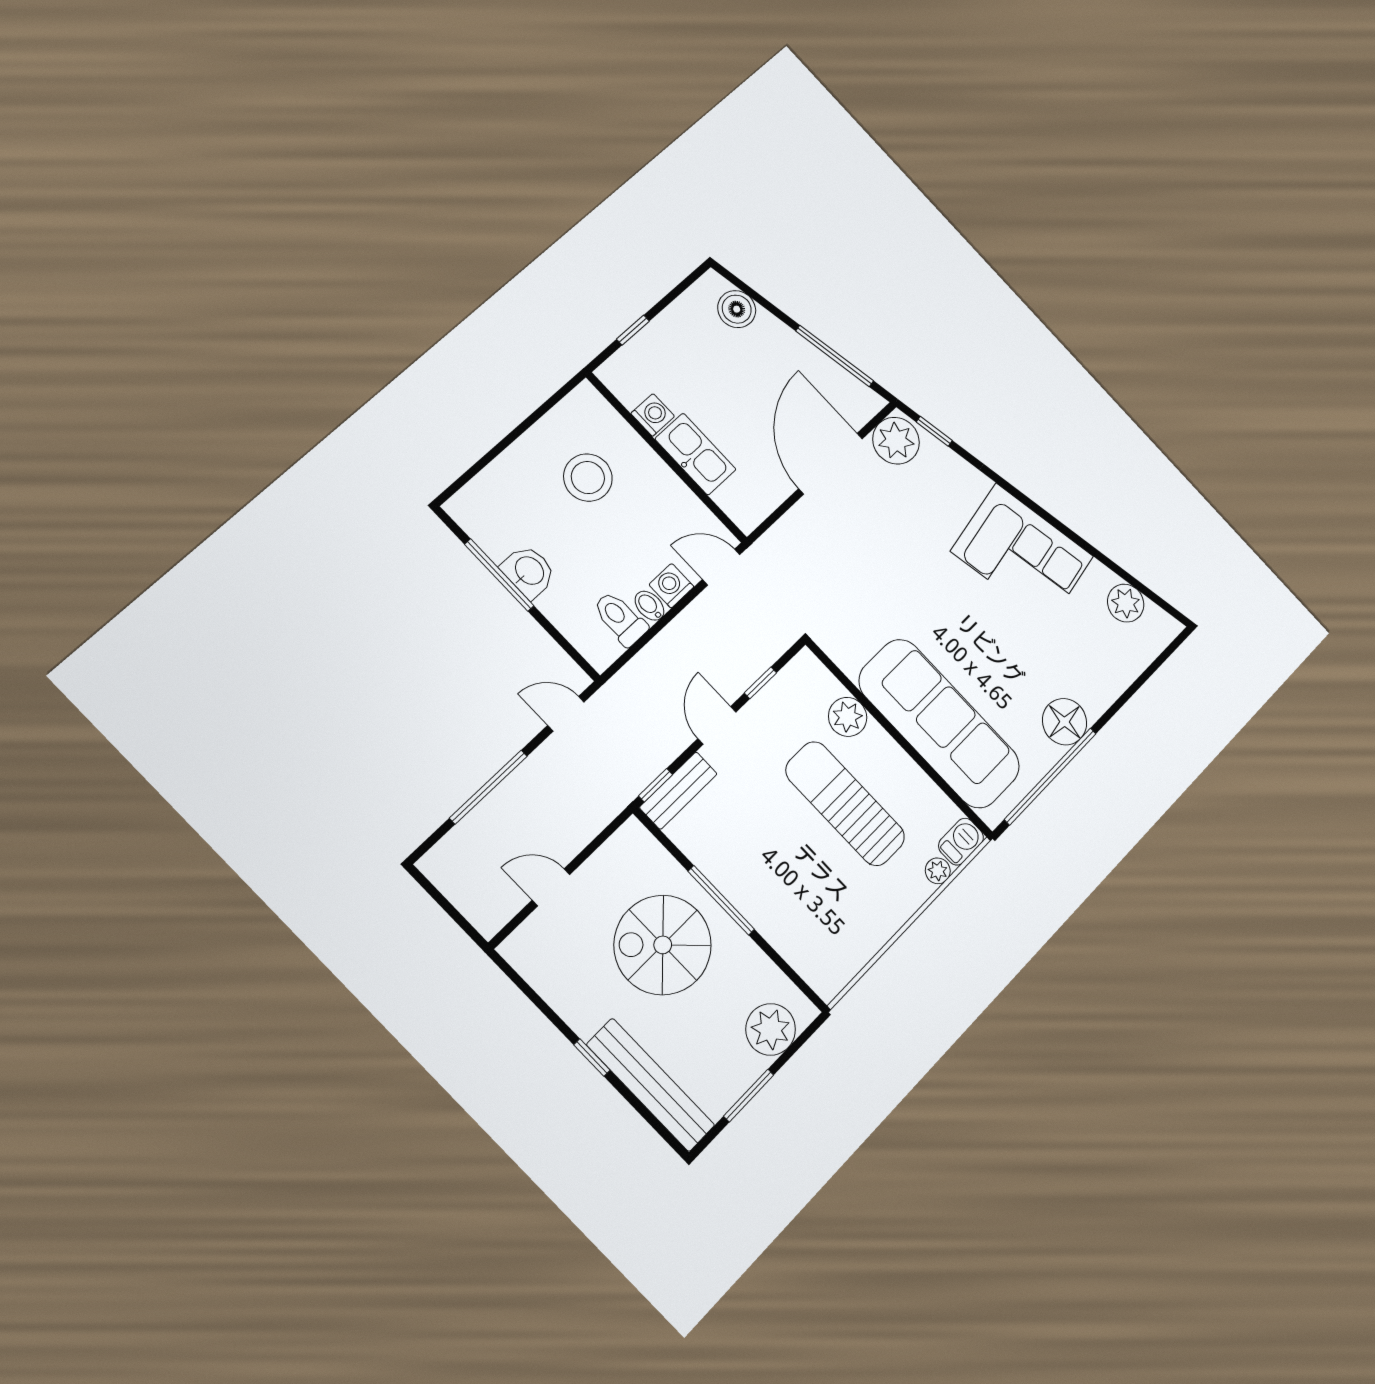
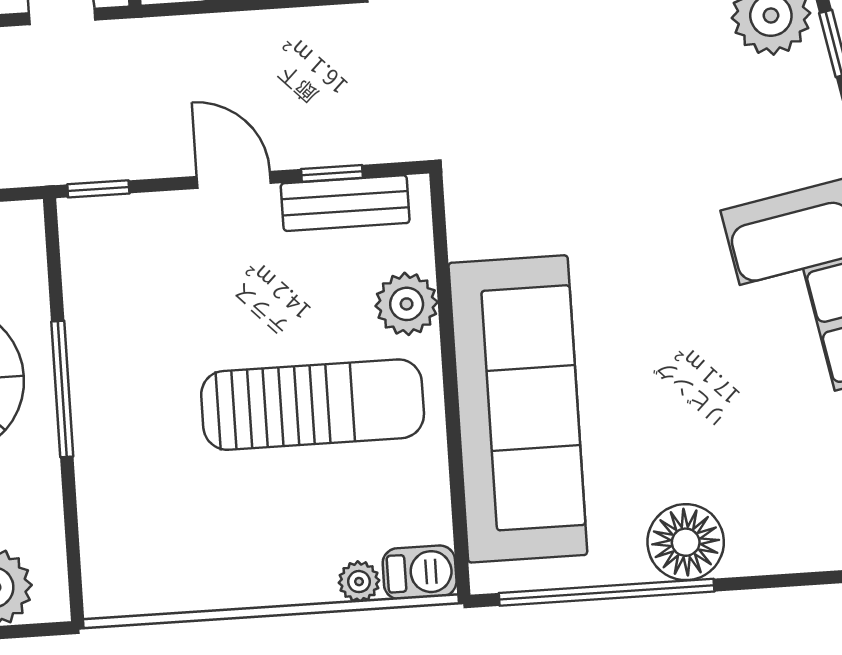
door: (717, 725) -> (234, 180), hinge flipped
bench: (678, 791) -> (345, 203), moved
sun lounger: (845, 804) -> (313, 405), turned 90

